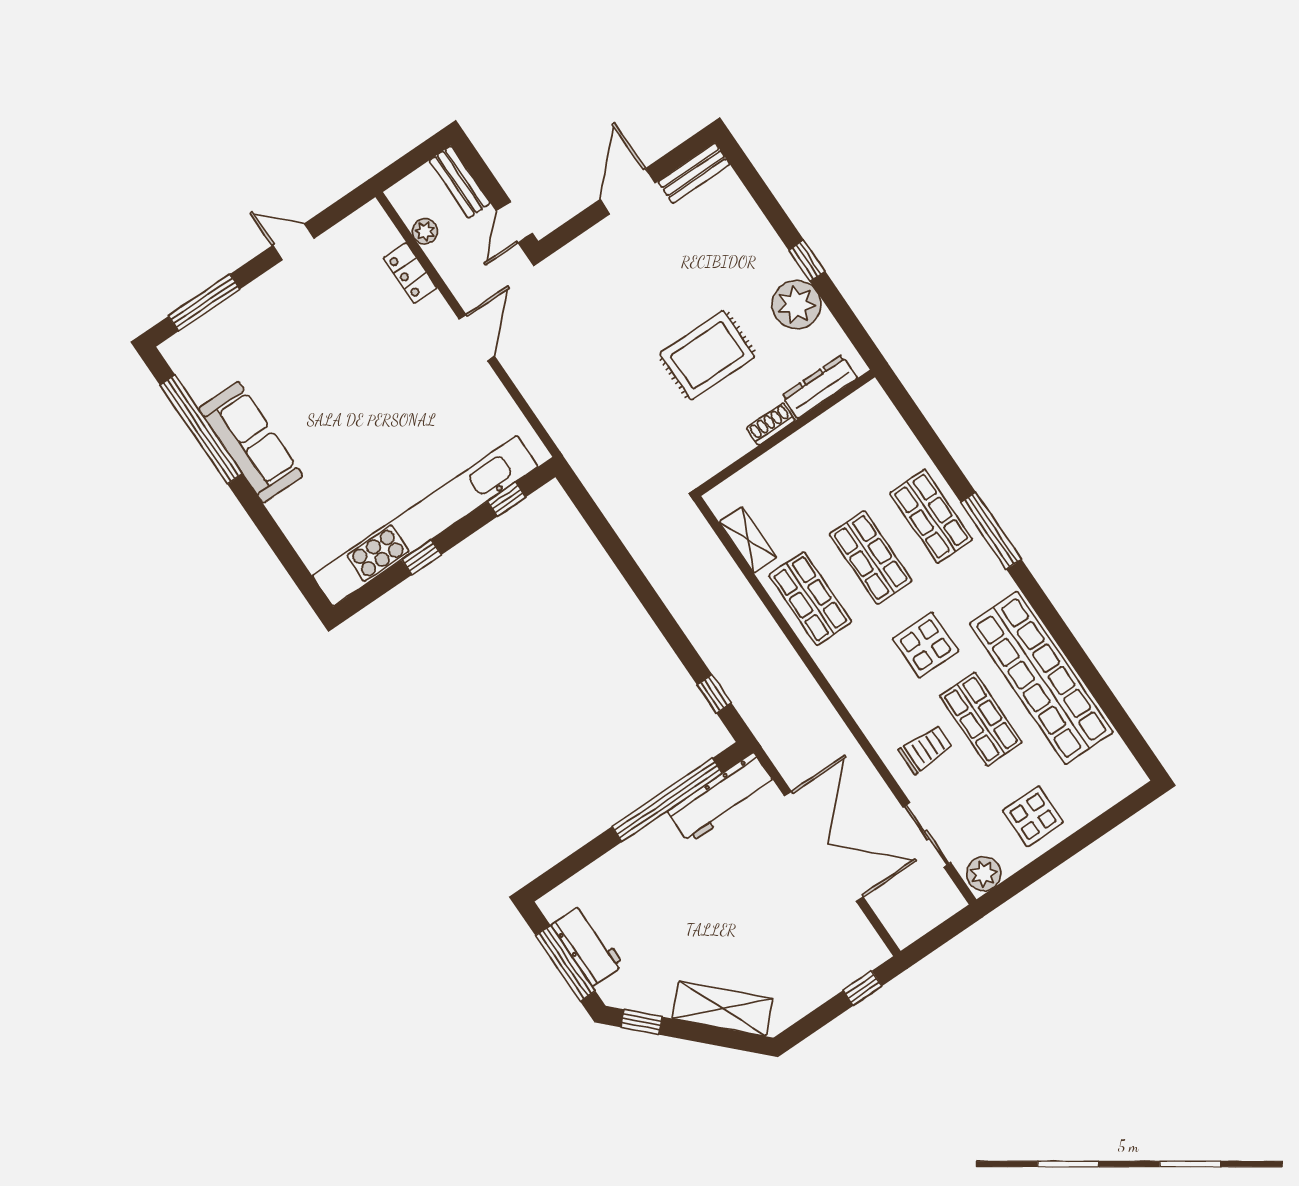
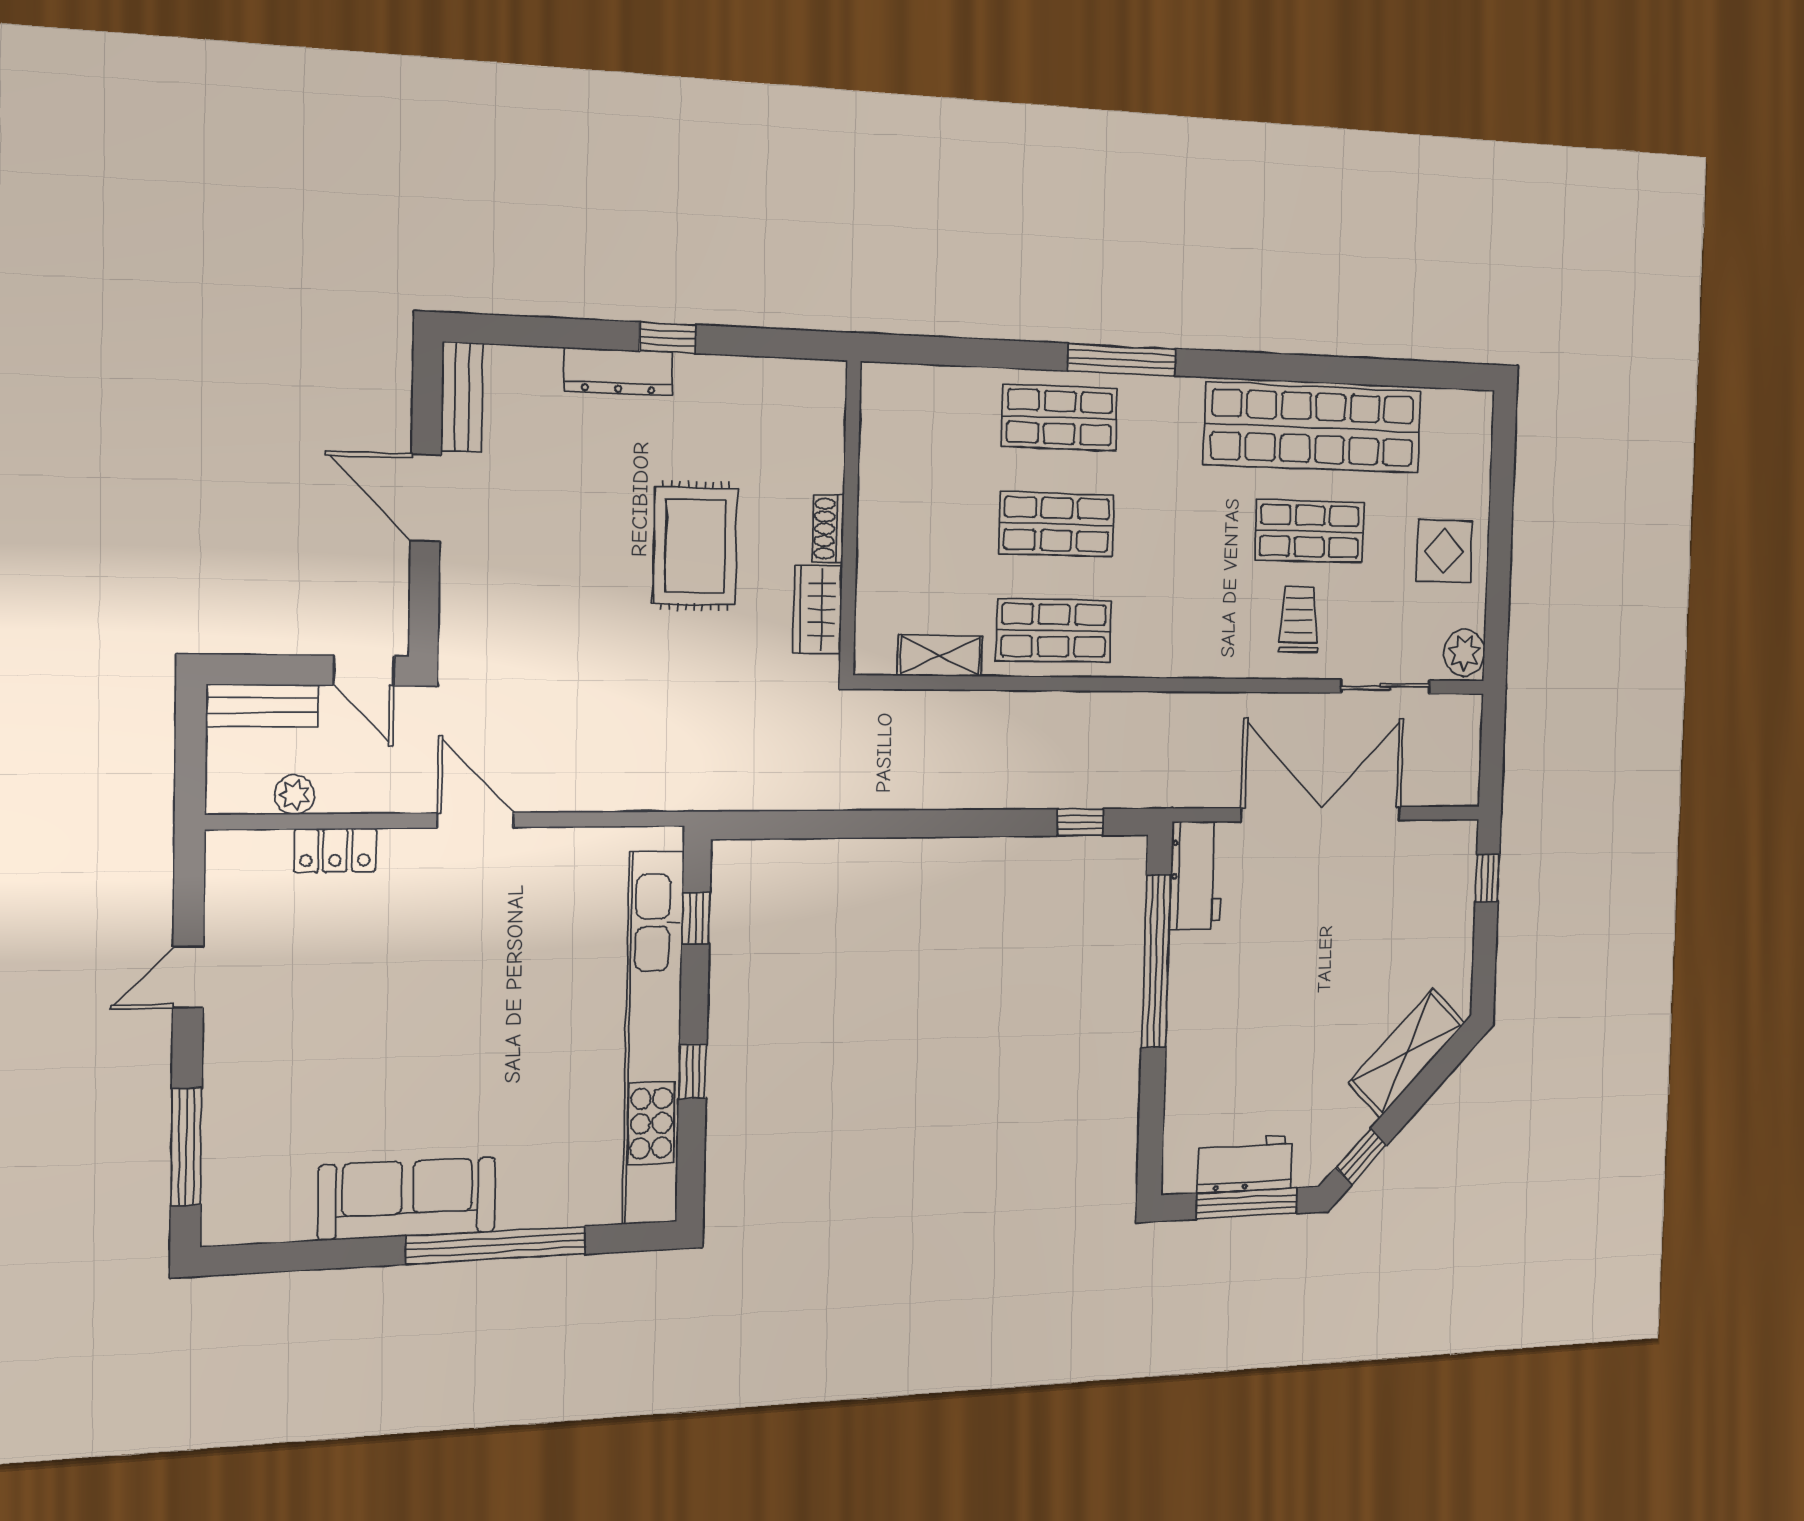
plant: (796, 305) -> (711, 391), removed
dresser: (820, 387) -> (618, 372), moved, turned -90
window: (201, 429) -> (496, 1245), moved
wardrobe: (722, 450) -> (818, 610), added
display table: (926, 645) -> (1192, 534), removed
workbench: (721, 798) -> (1196, 875), width x0.73

